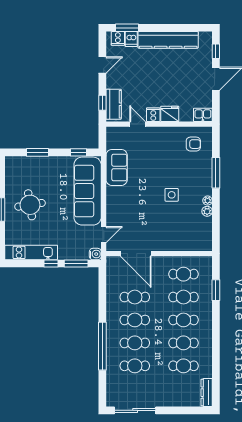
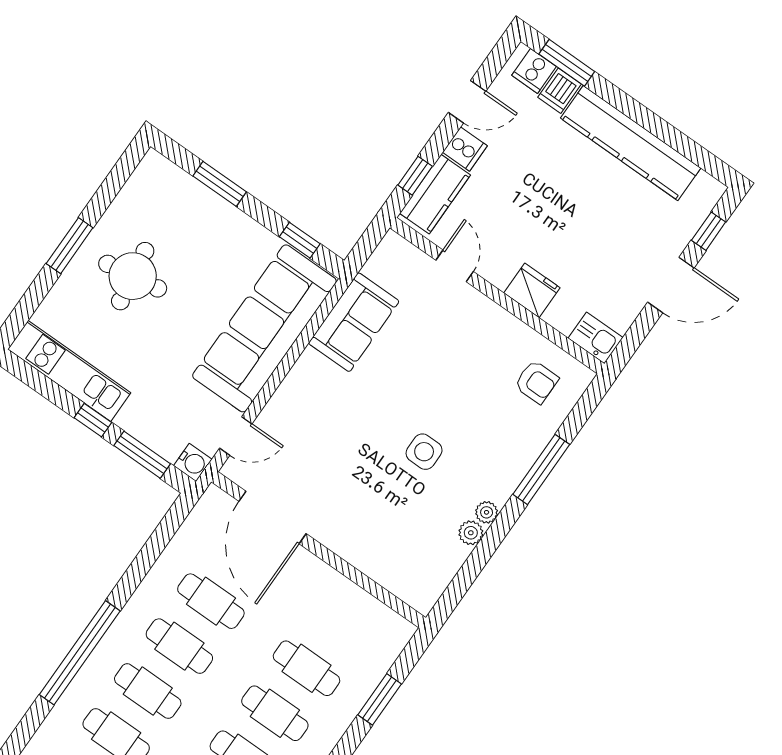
cooker: (153, 115) -> (465, 149), moved, turned 90
cafe table: (184, 274) -> (338, 623), removed

